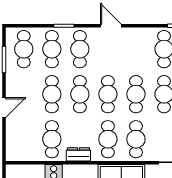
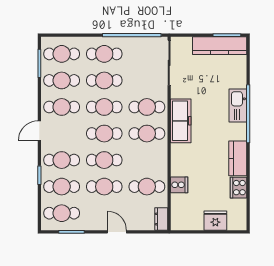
cafe table: (136, 49) -> (62, 107), added
dresser: (78, 154) -> (161, 219), moved

